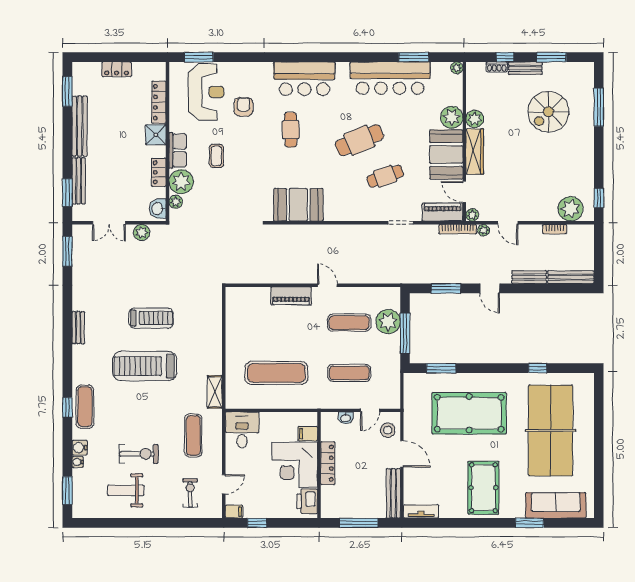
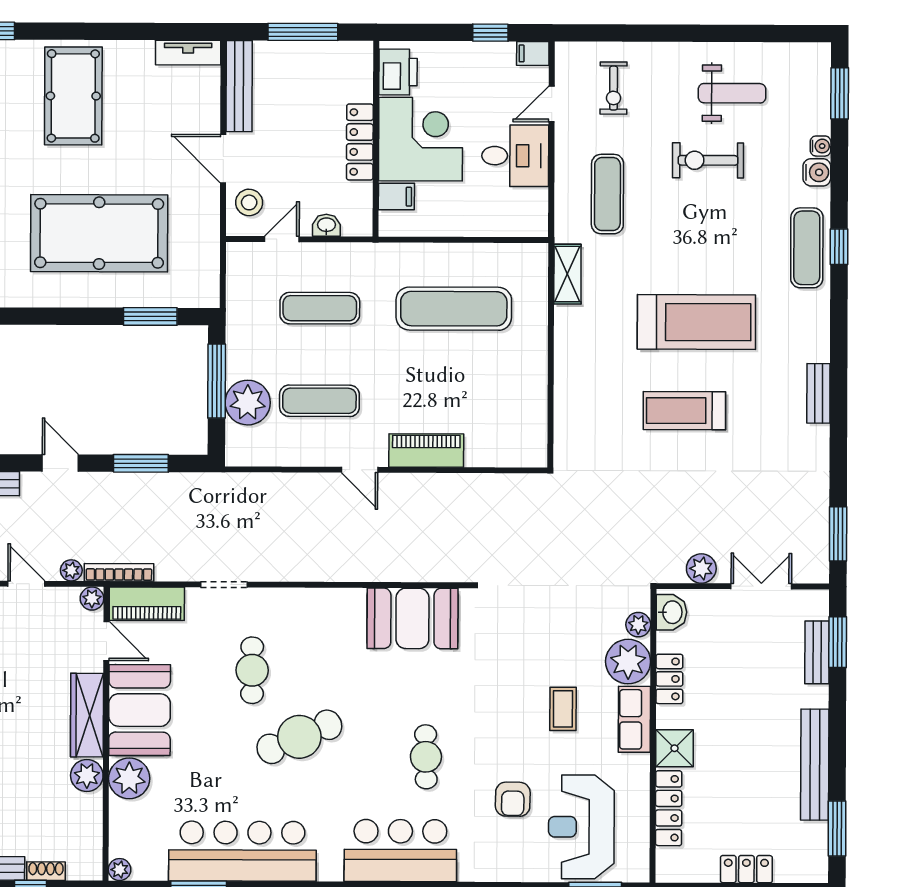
cafe table: (385, 176) -> (252, 670), turned -70
bench: (79, 181) -> (817, 652), width x0.73
desk: (242, 430) -> (515, 156), moved, turned -90

